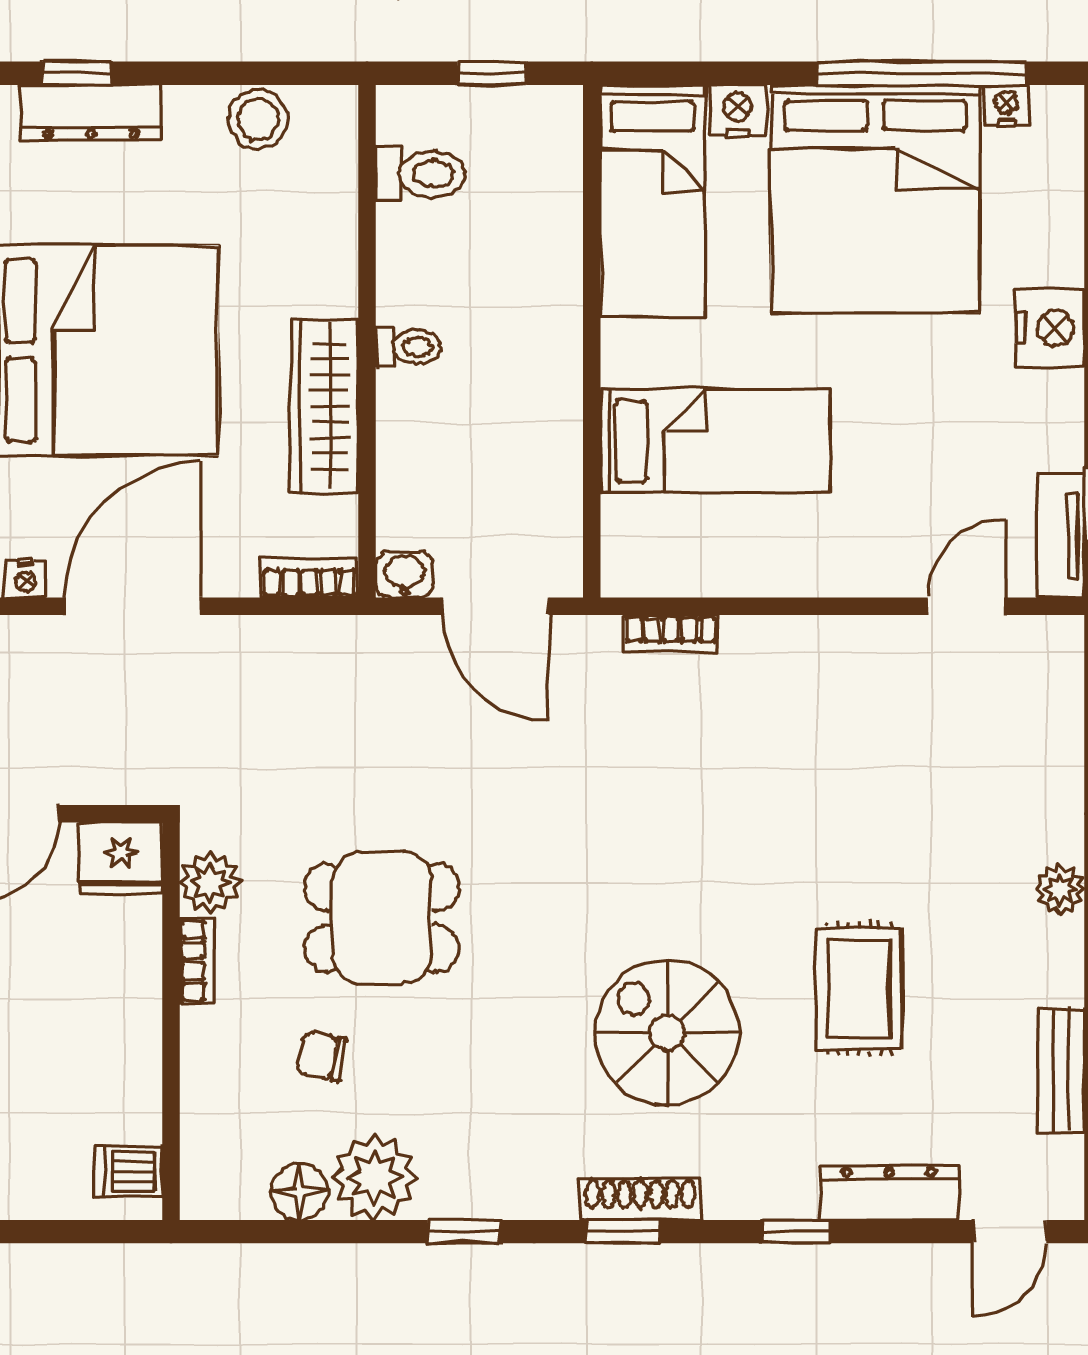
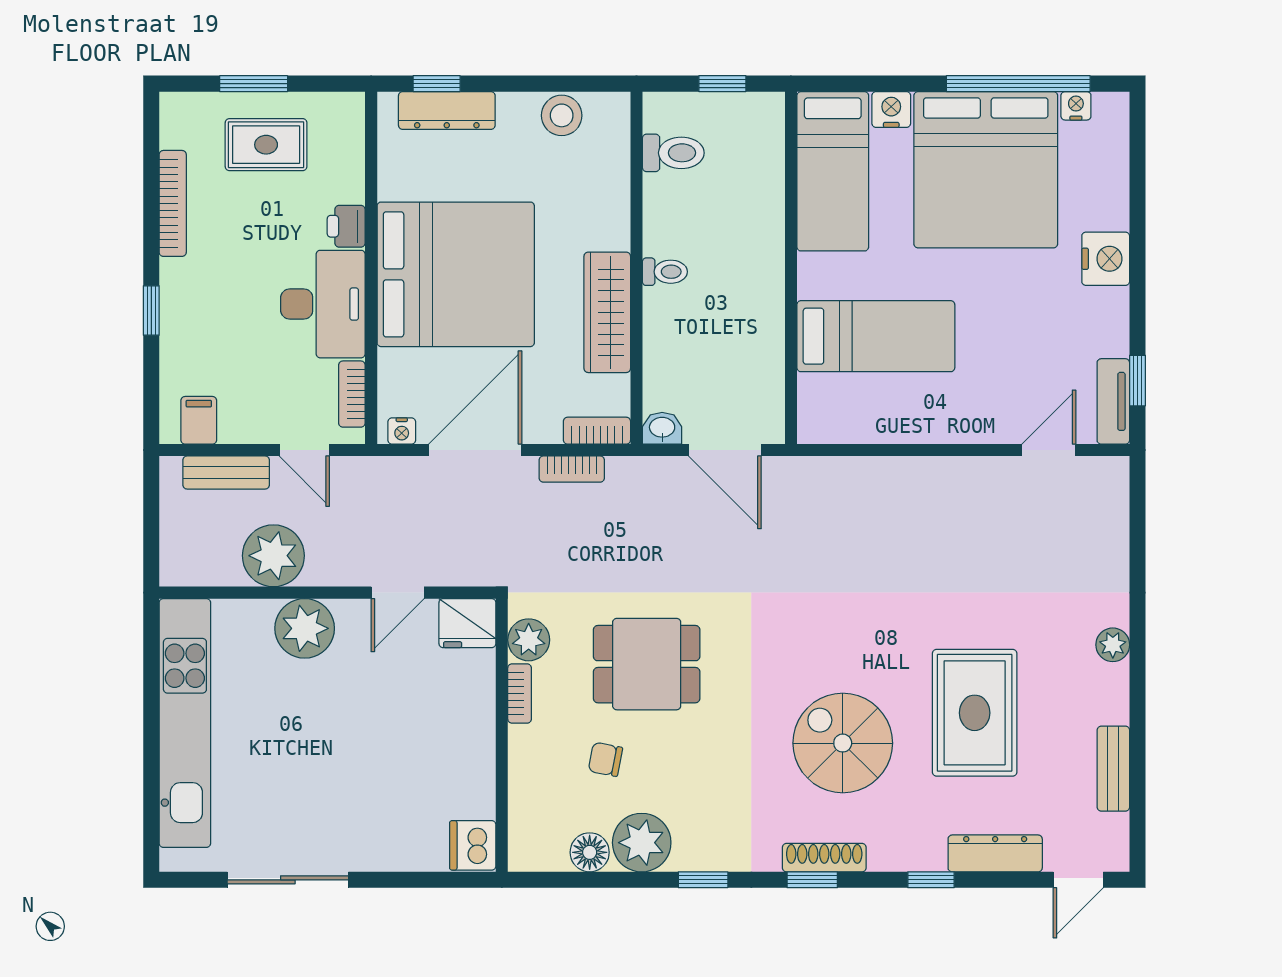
bookcase: (671, 634) -> (572, 469), moved
rug: (859, 989) -> (975, 713), width x1.36, depth x1.43
dishwasher: (129, 1172) -> (473, 845), width x1.38

